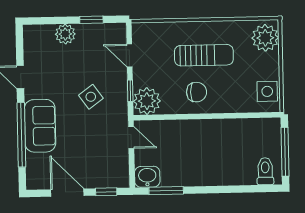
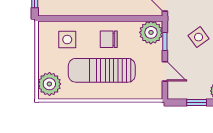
sun lounger: (204, 55) -> (102, 70), width x1.36, depth x1.34
side table: (267, 91) -> (67, 39), moved

